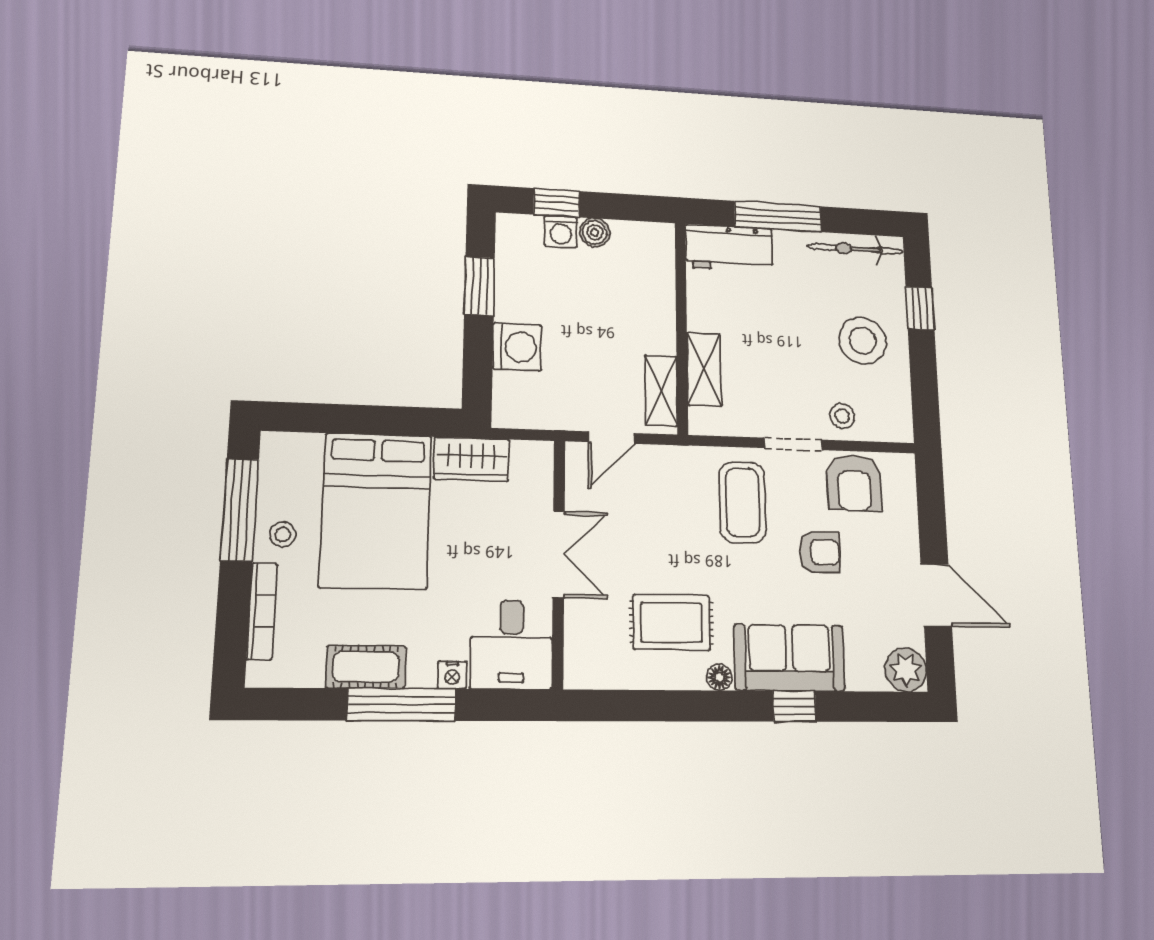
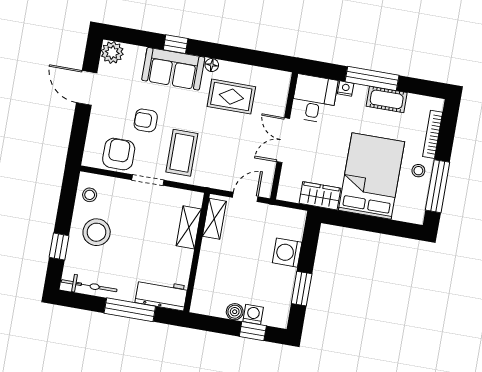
stool: (842, 416) -> (90, 195), moved

